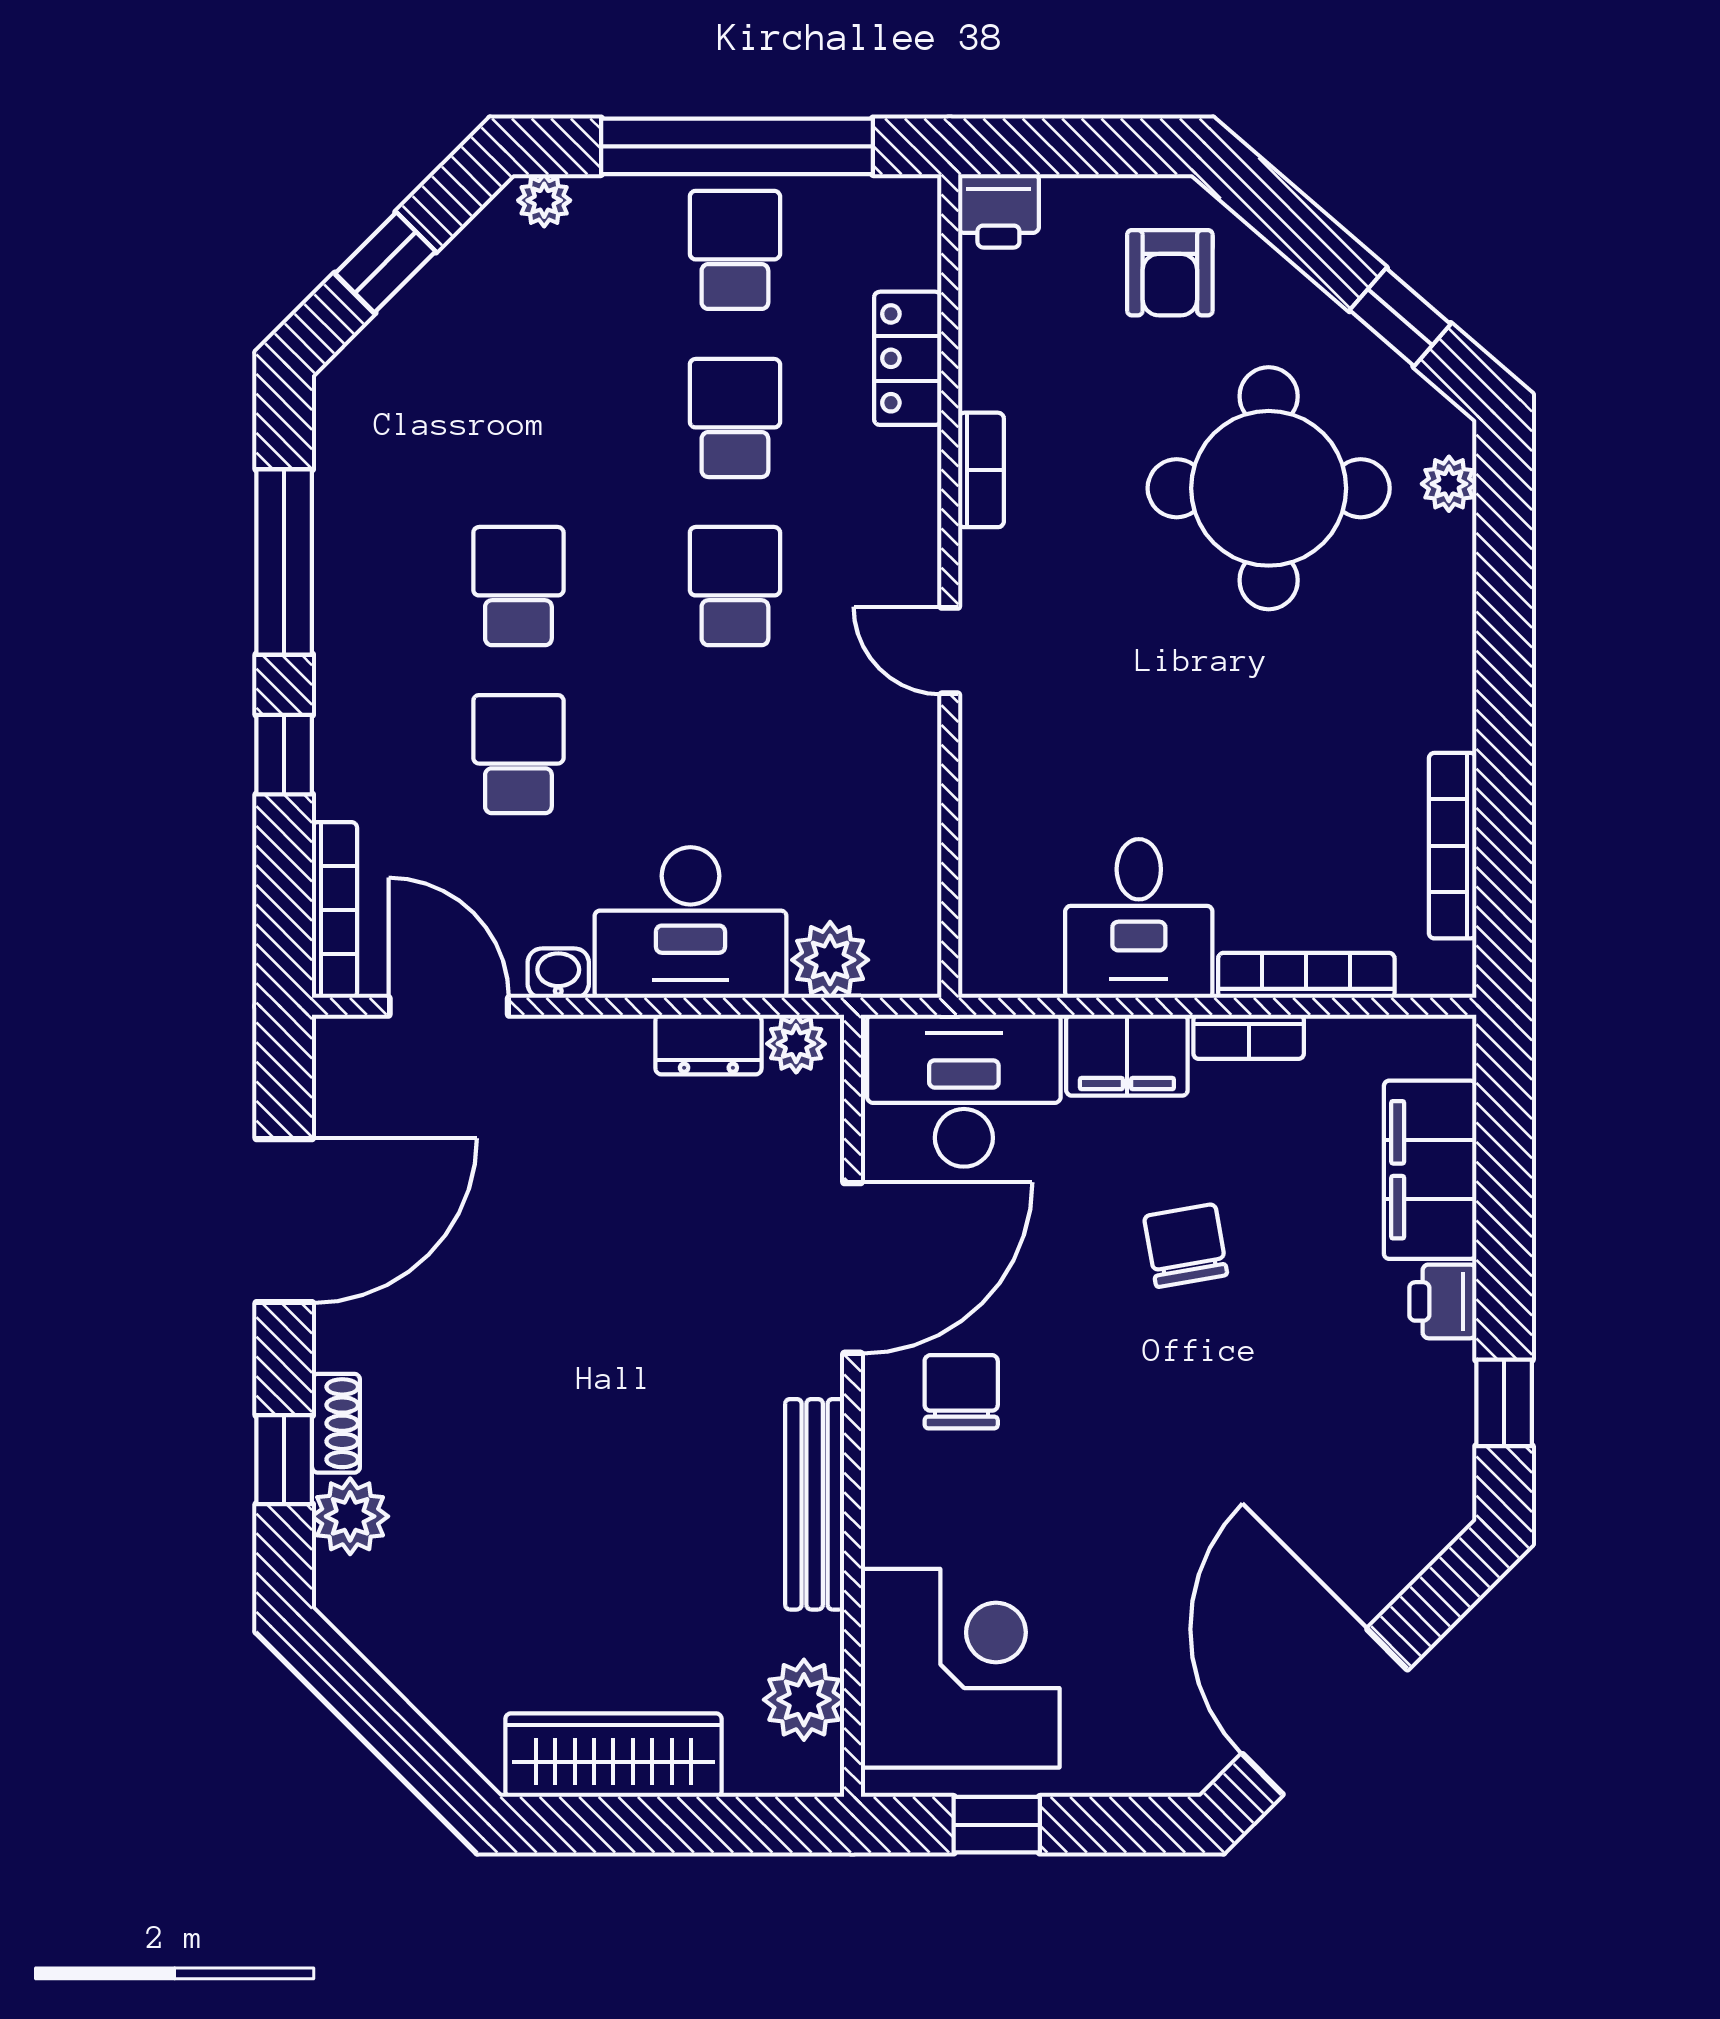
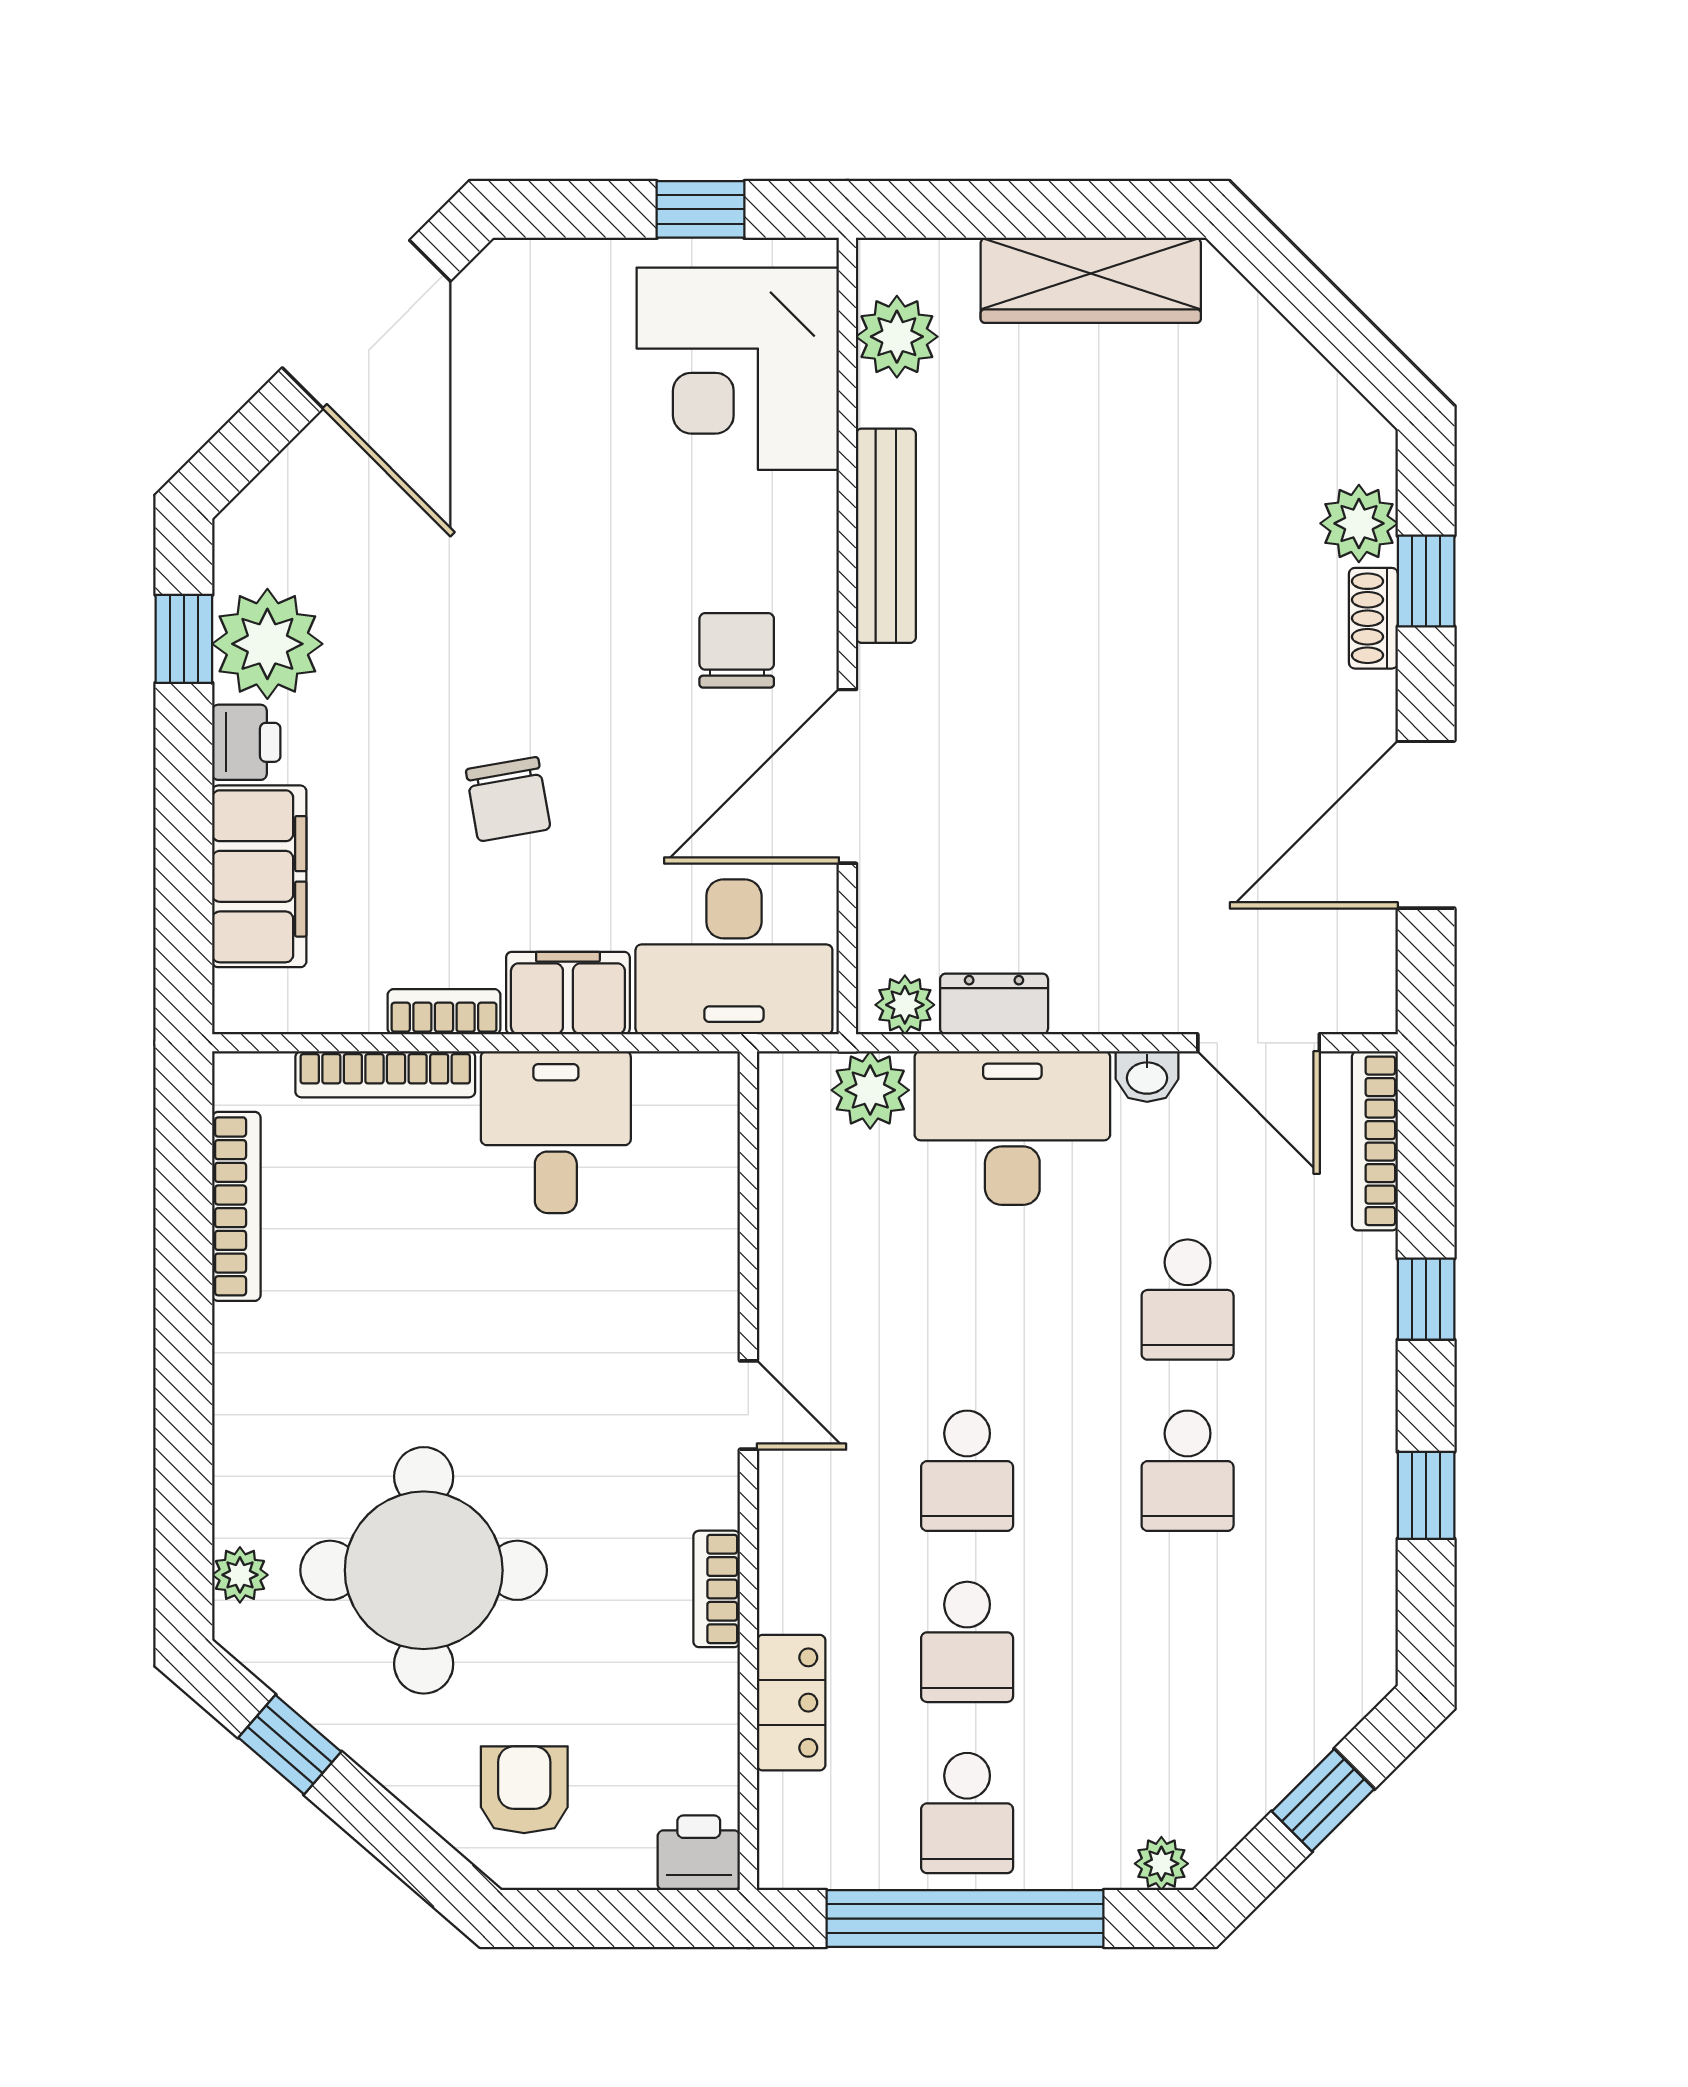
window: (284, 562) -> (1426, 1495), width x0.46
chair: (961, 1392) -> (737, 650), turned 180
plant: (1422, 1398) -> (267, 644), added

